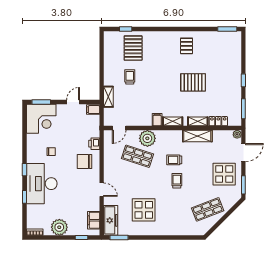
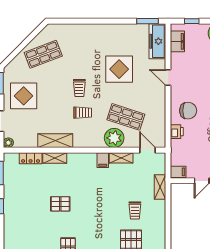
pallet: (193, 82) -> (60, 204), width x0.67, depth x0.71
shelving: (173, 121) -> (121, 158), moved
door: (119, 128) -> (147, 150), hinge flipped
display table: (144, 210) -> (119, 69), moved

